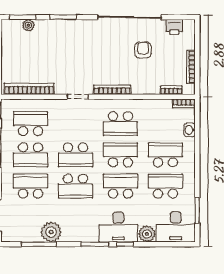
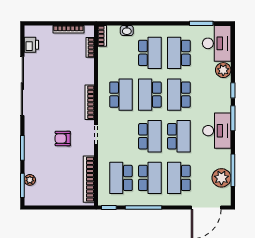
armchair: (143, 50) -> (63, 138), moved
school desk: (165, 155) -> (150, 53), turned 180
desk: (118, 227) -> (217, 131), moved
plant: (51, 232) -> (221, 178), moved

